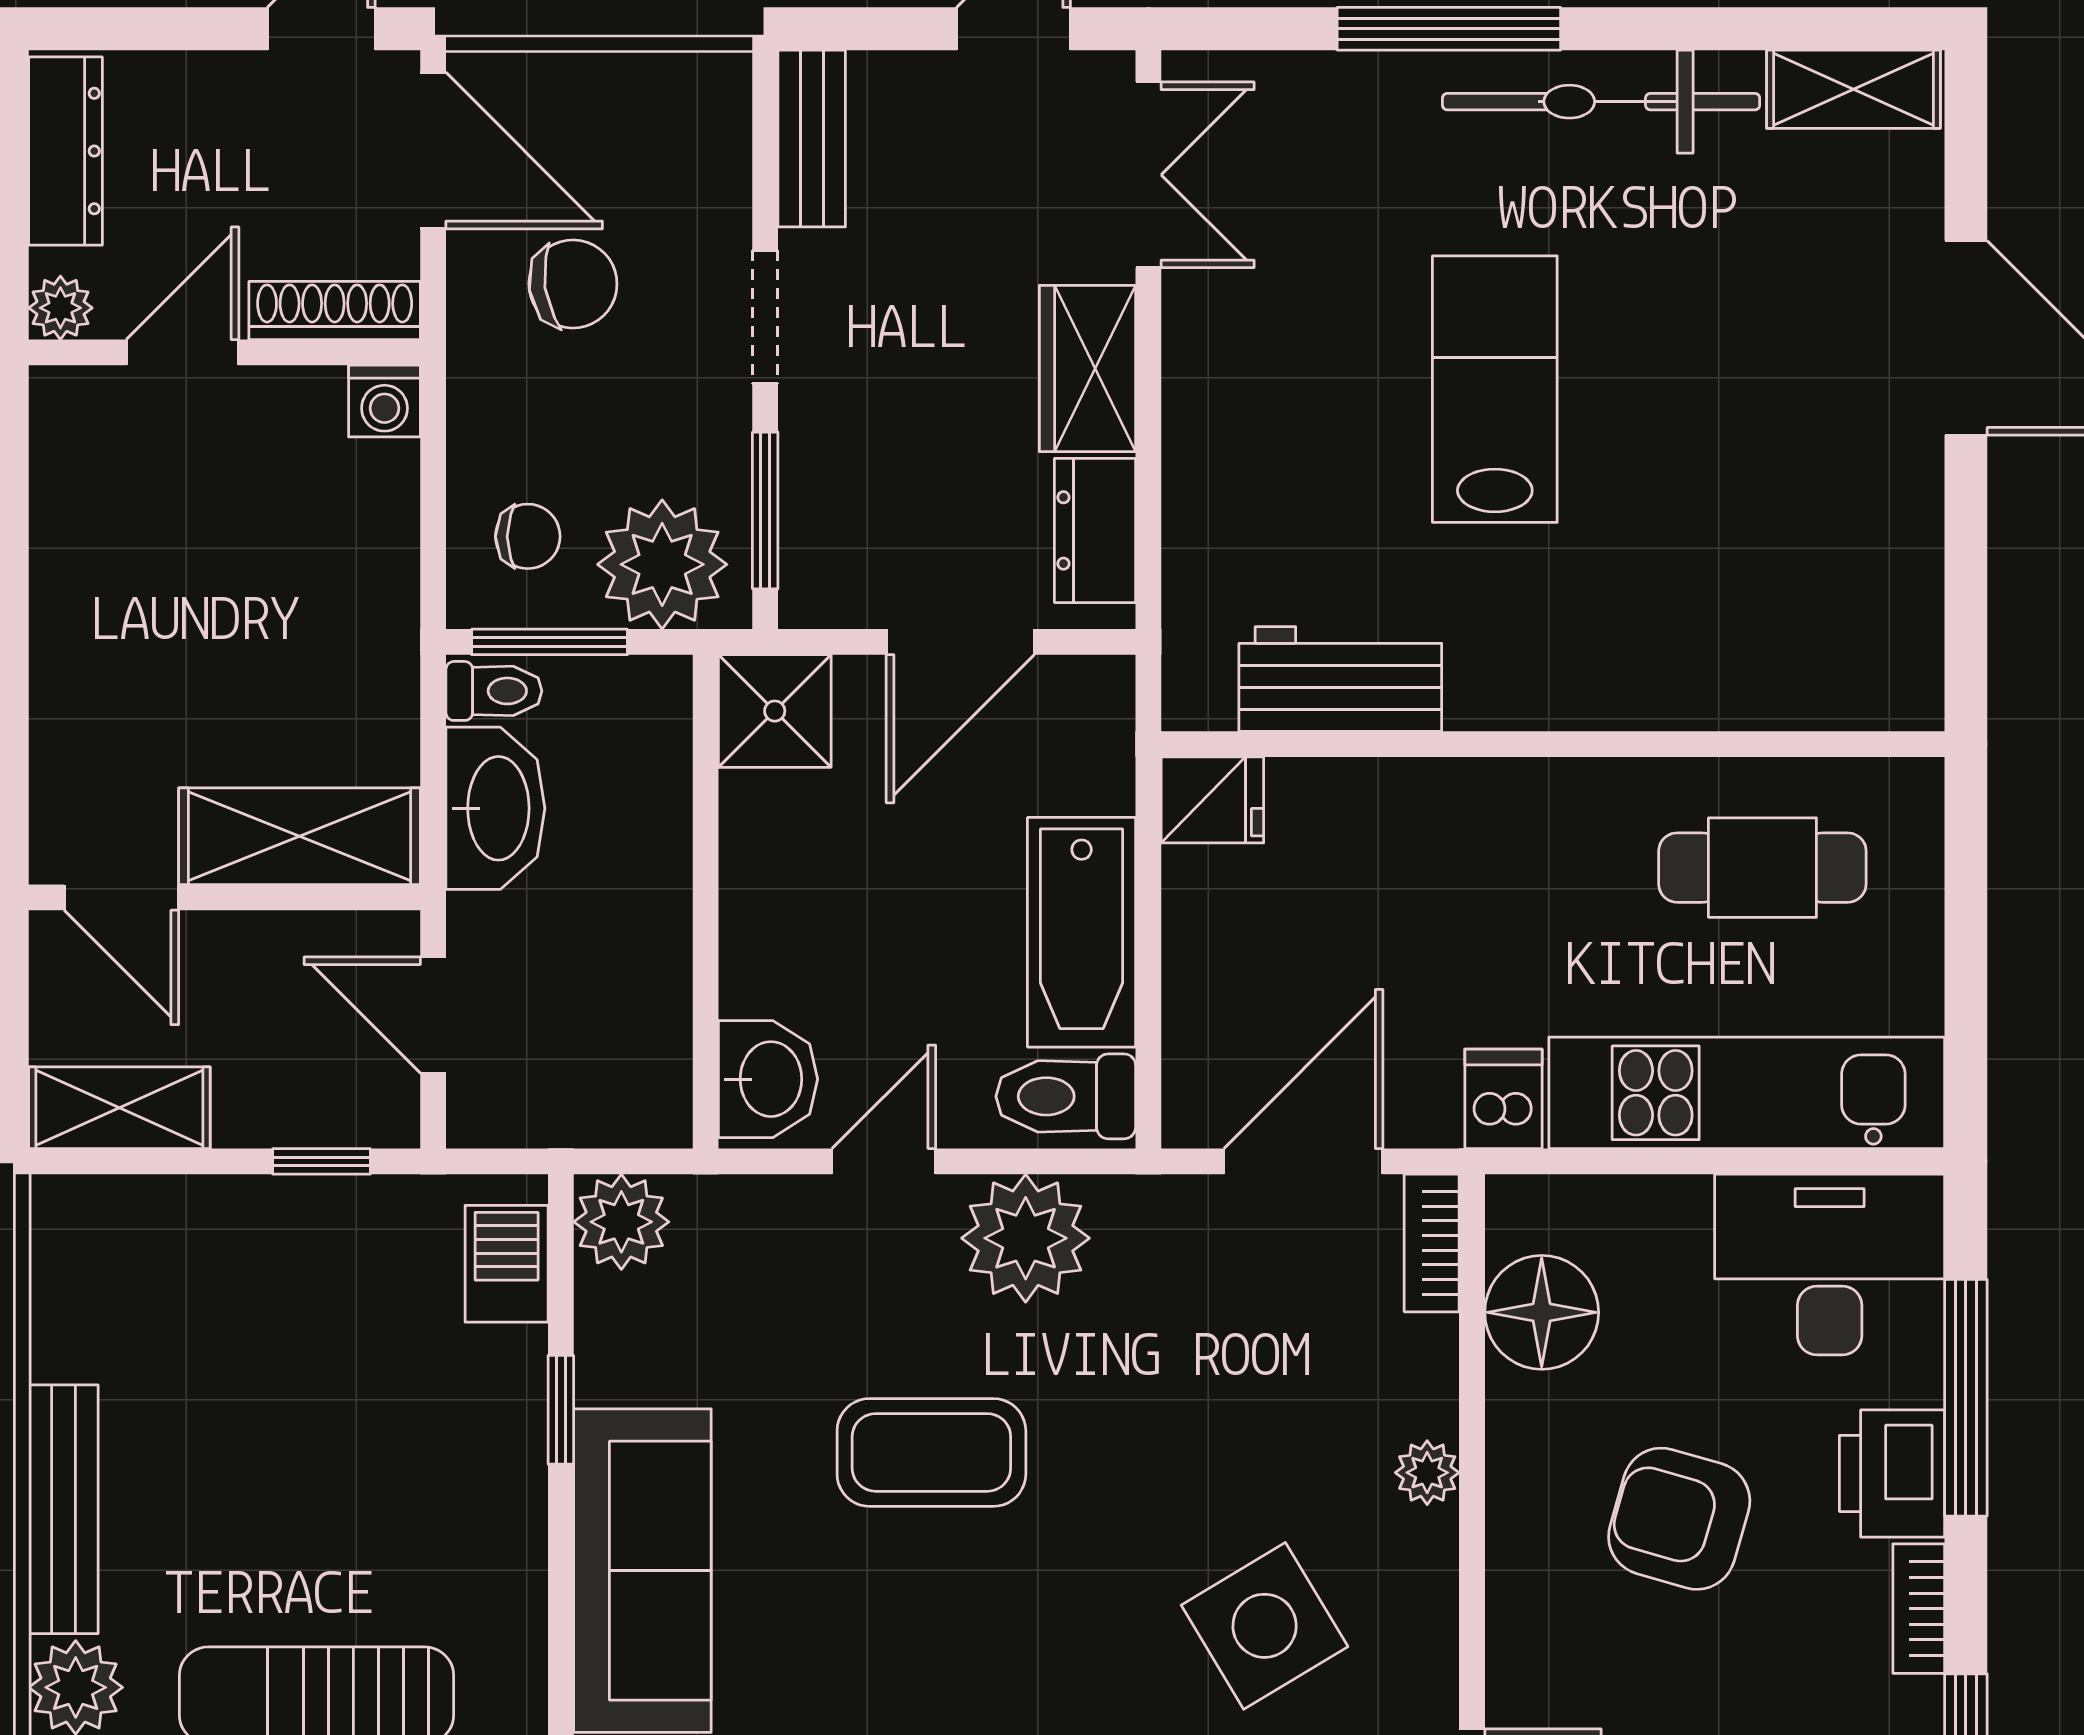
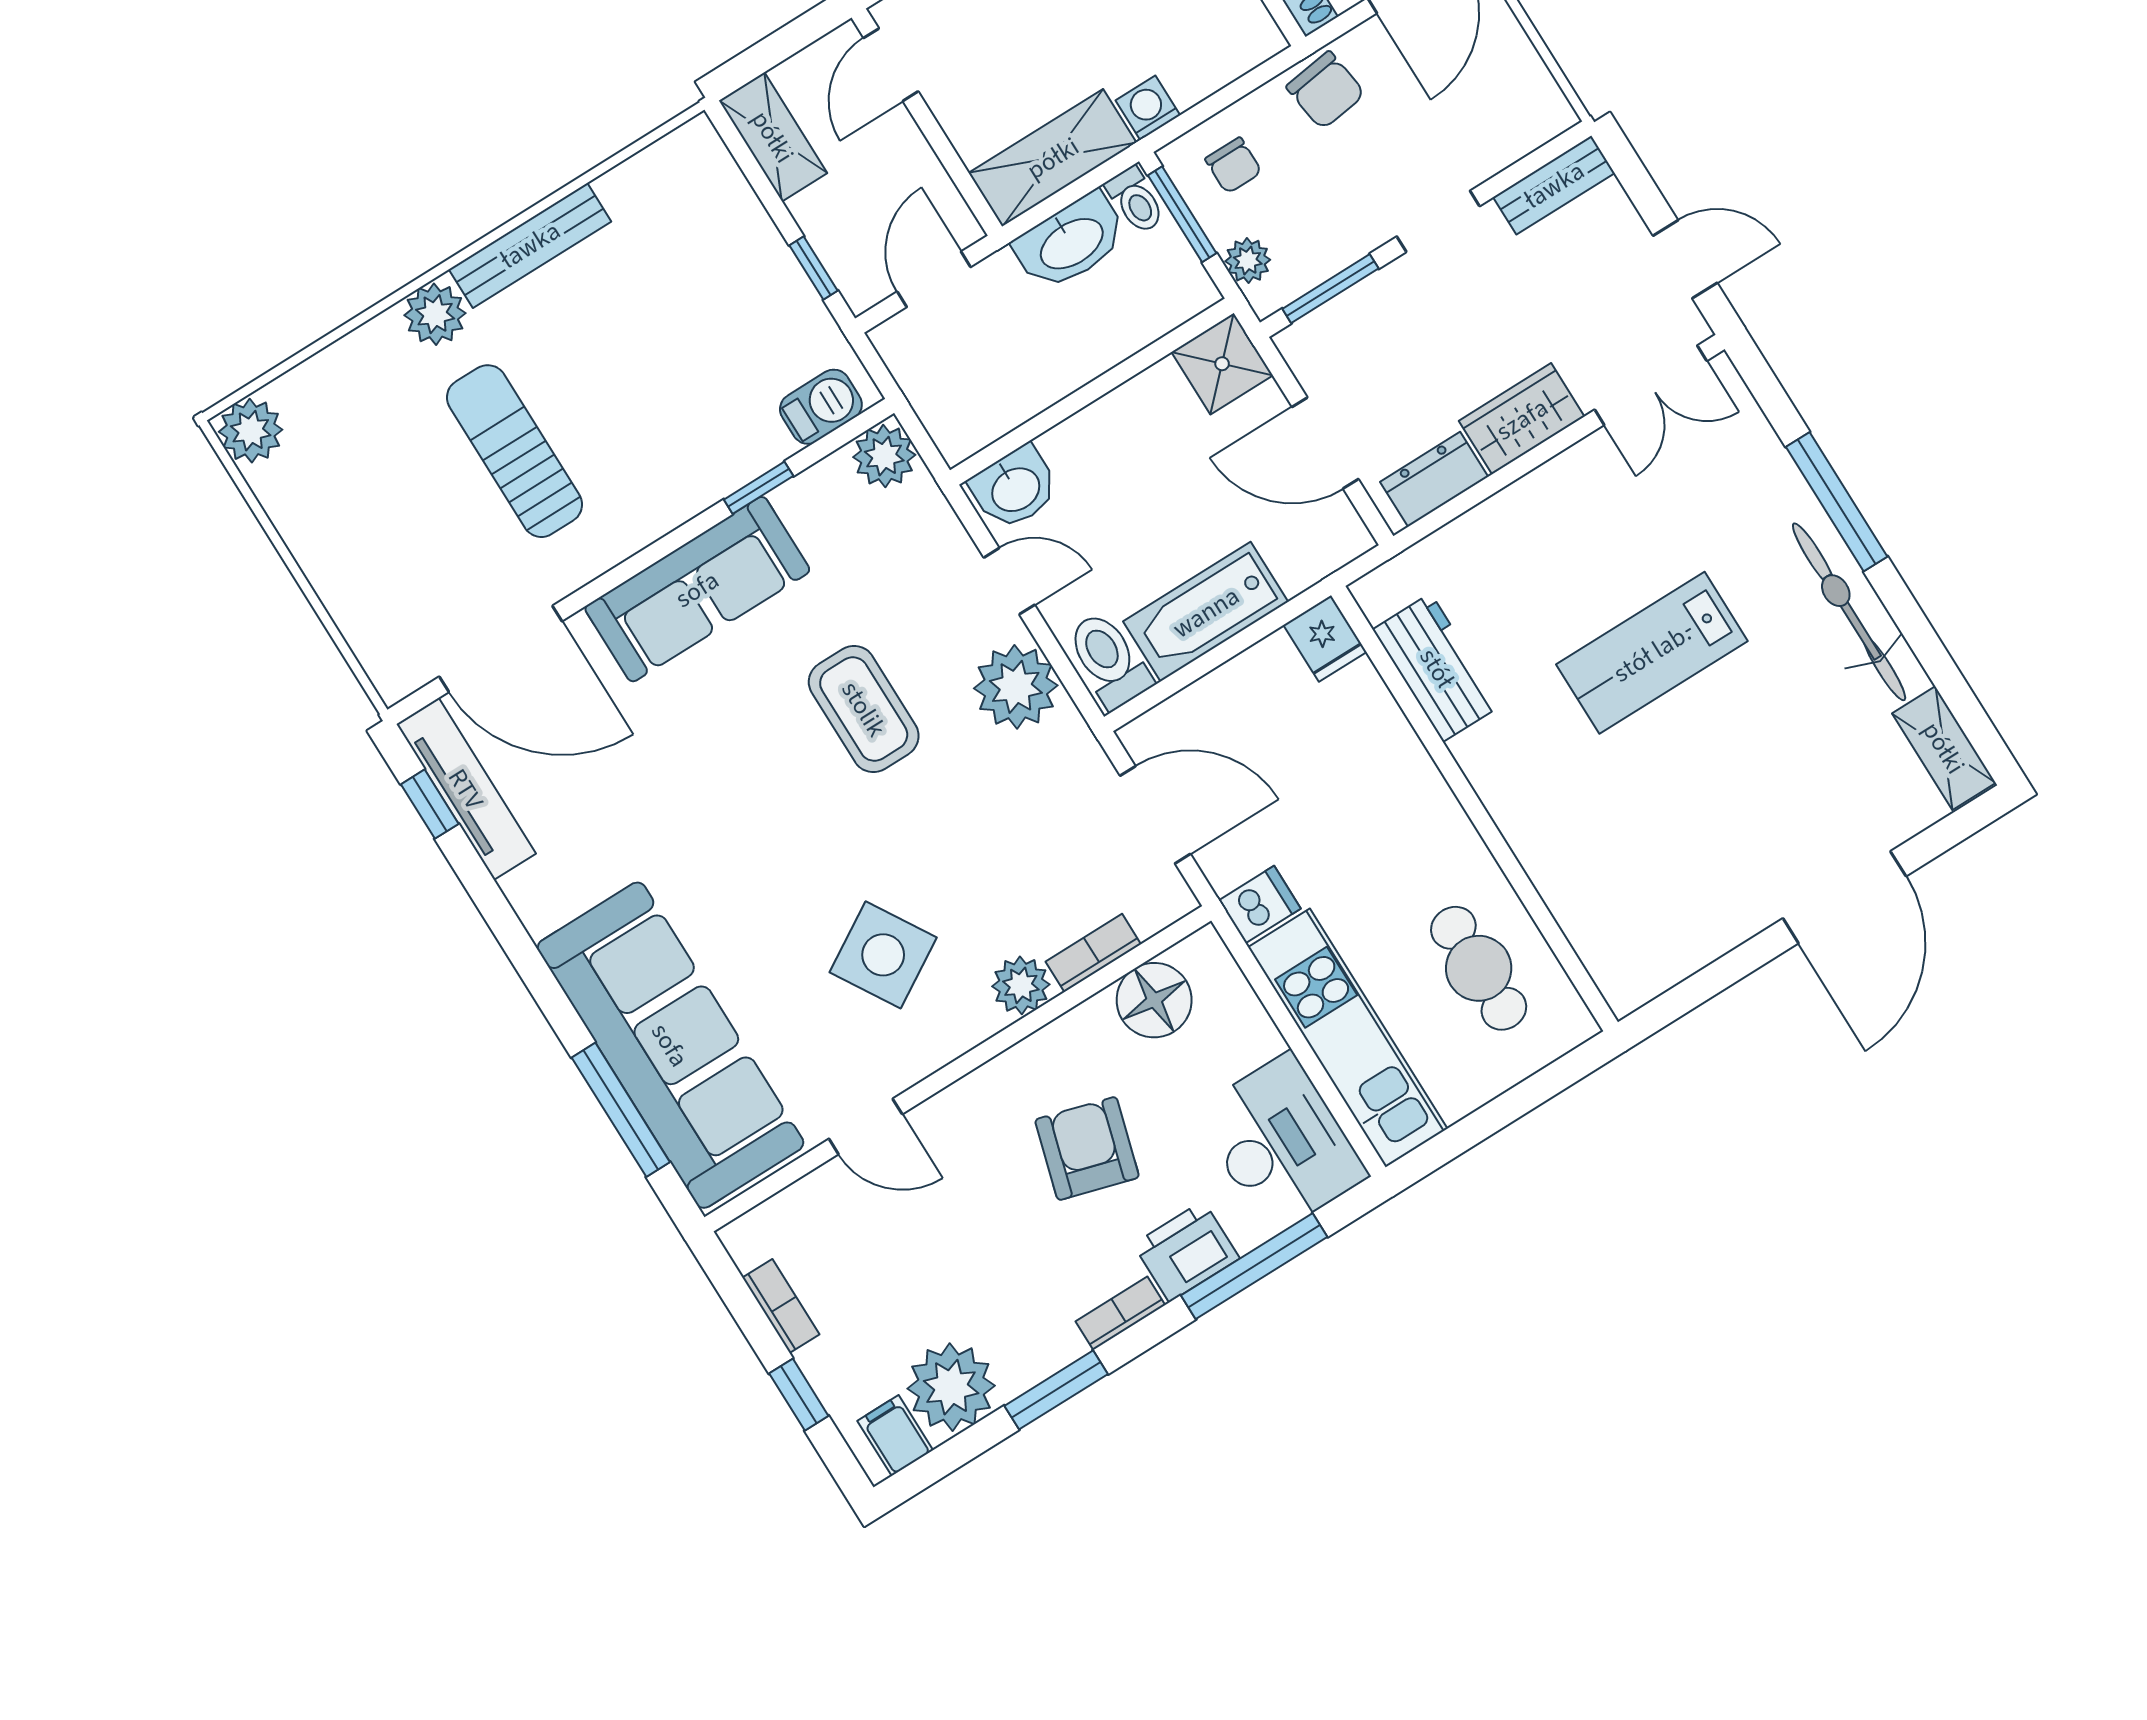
chair: (573, 284) -> (1326, 90), moved
lab bench: (1495, 389) -> (1652, 653), turned 180
washing machine: (384, 401) -> (1148, 108), moved, turned 90
plant: (662, 564) -> (1248, 261), width x0.53, depth x0.53
shelving: (300, 836) -> (1053, 158), moved, turned 90
bookcase: (1432, 1243) -> (1093, 953), moved
plant: (1427, 1473) -> (1021, 985), width x1.38, depth x1.38

